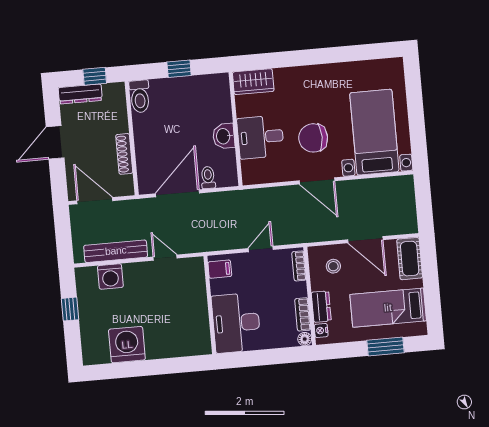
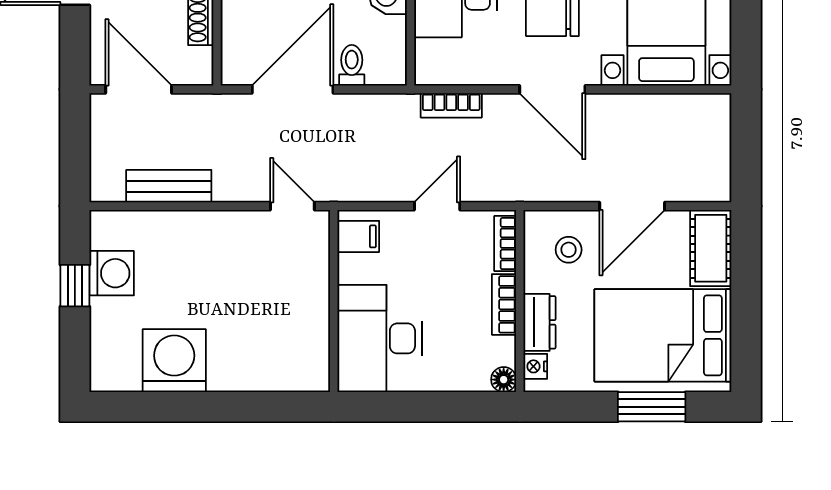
bookcase: (263, 194) -> (451, 105), added
door: (365, 240) -> (632, 206), hinge flipped
bench: (116, 251) -> (169, 186), width x0.73
door: (165, 258) -> (292, 206), moved
washing machine: (110, 276) -> (112, 273), moved, turned -90
bed: (388, 308) -> (663, 335), width x1.50
bookcase: (303, 314) -> (504, 304), moved

